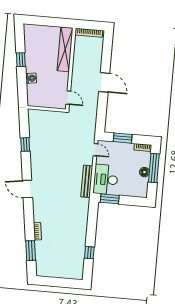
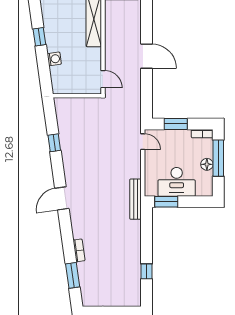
desk: (106, 180) -> (177, 182), moved, turned -90
bench: (87, 181) -> (136, 199), moved
door: (27, 189) -> (62, 198), hinge flipped

